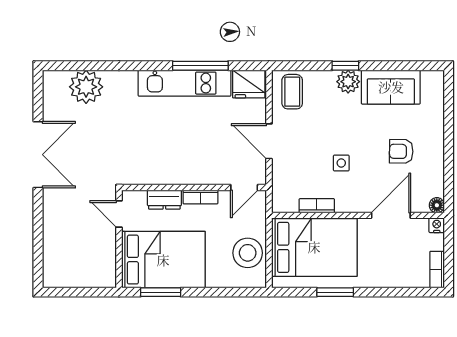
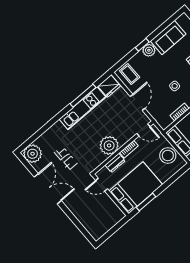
plant: (86, 87) -> (33, 154), moved
door: (269, 141) -> (137, 102), swing flipped
plant: (177, 168) -> (109, 145), added
door: (244, 187) -> (143, 130), hinge flipped

